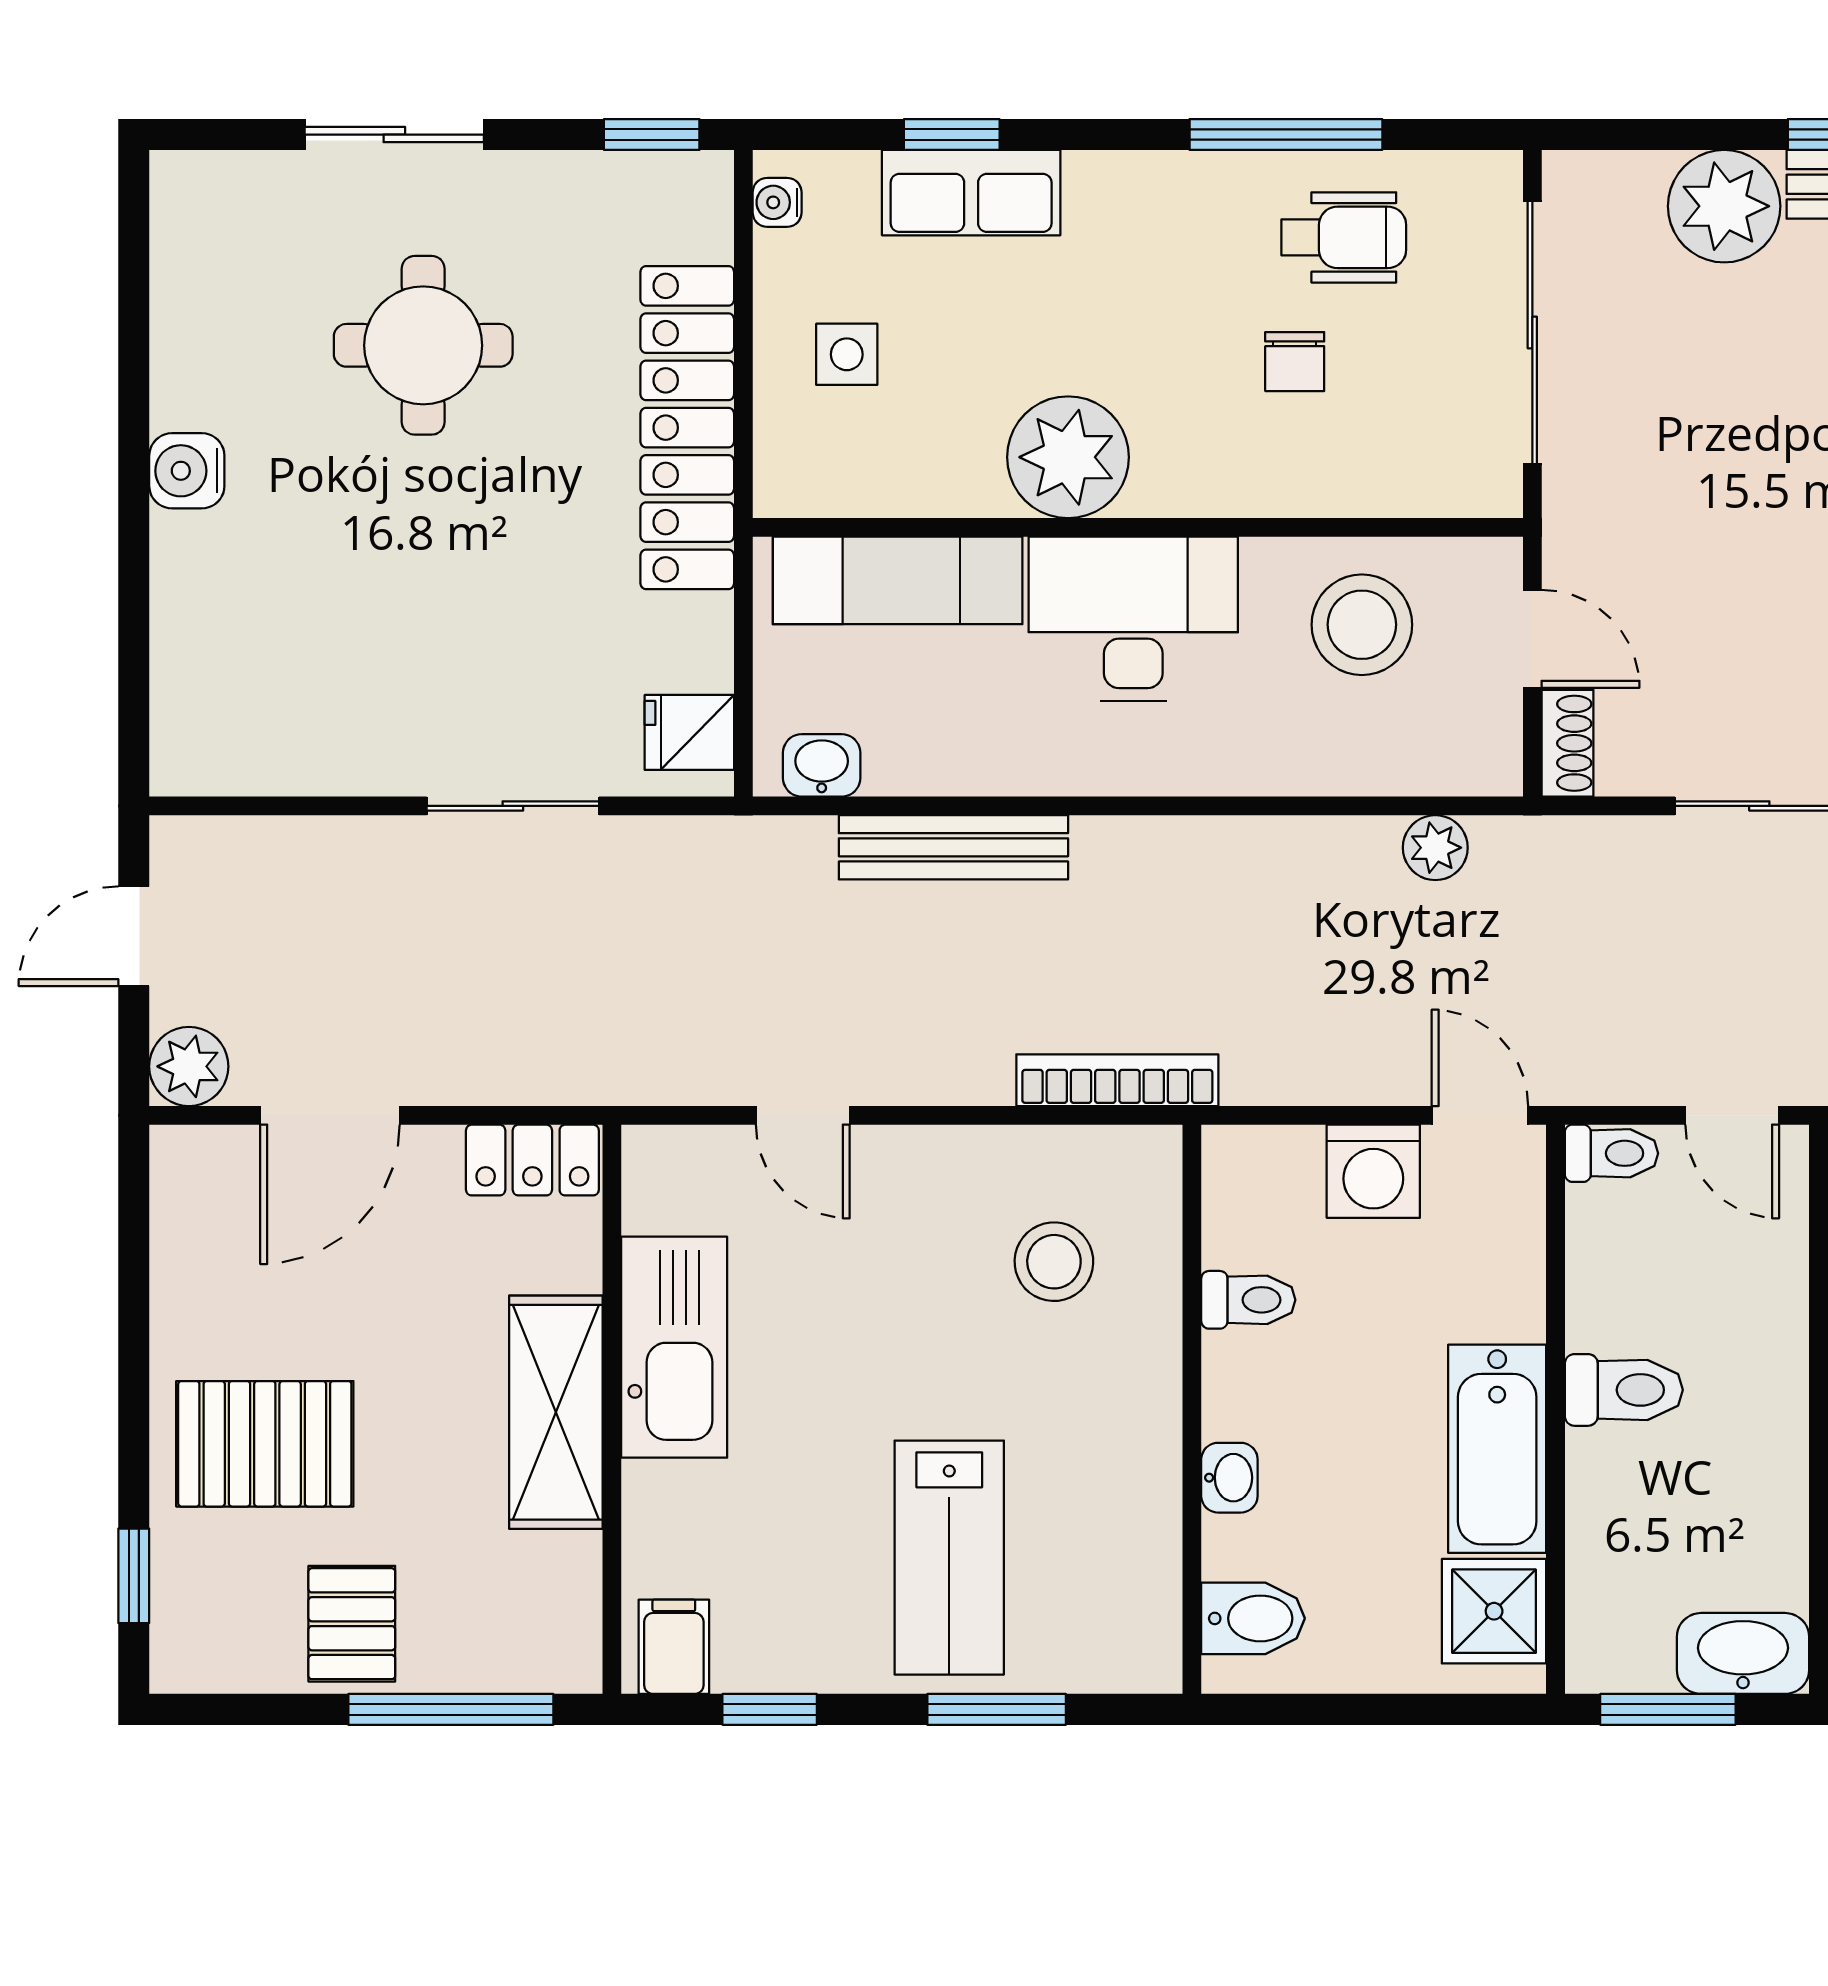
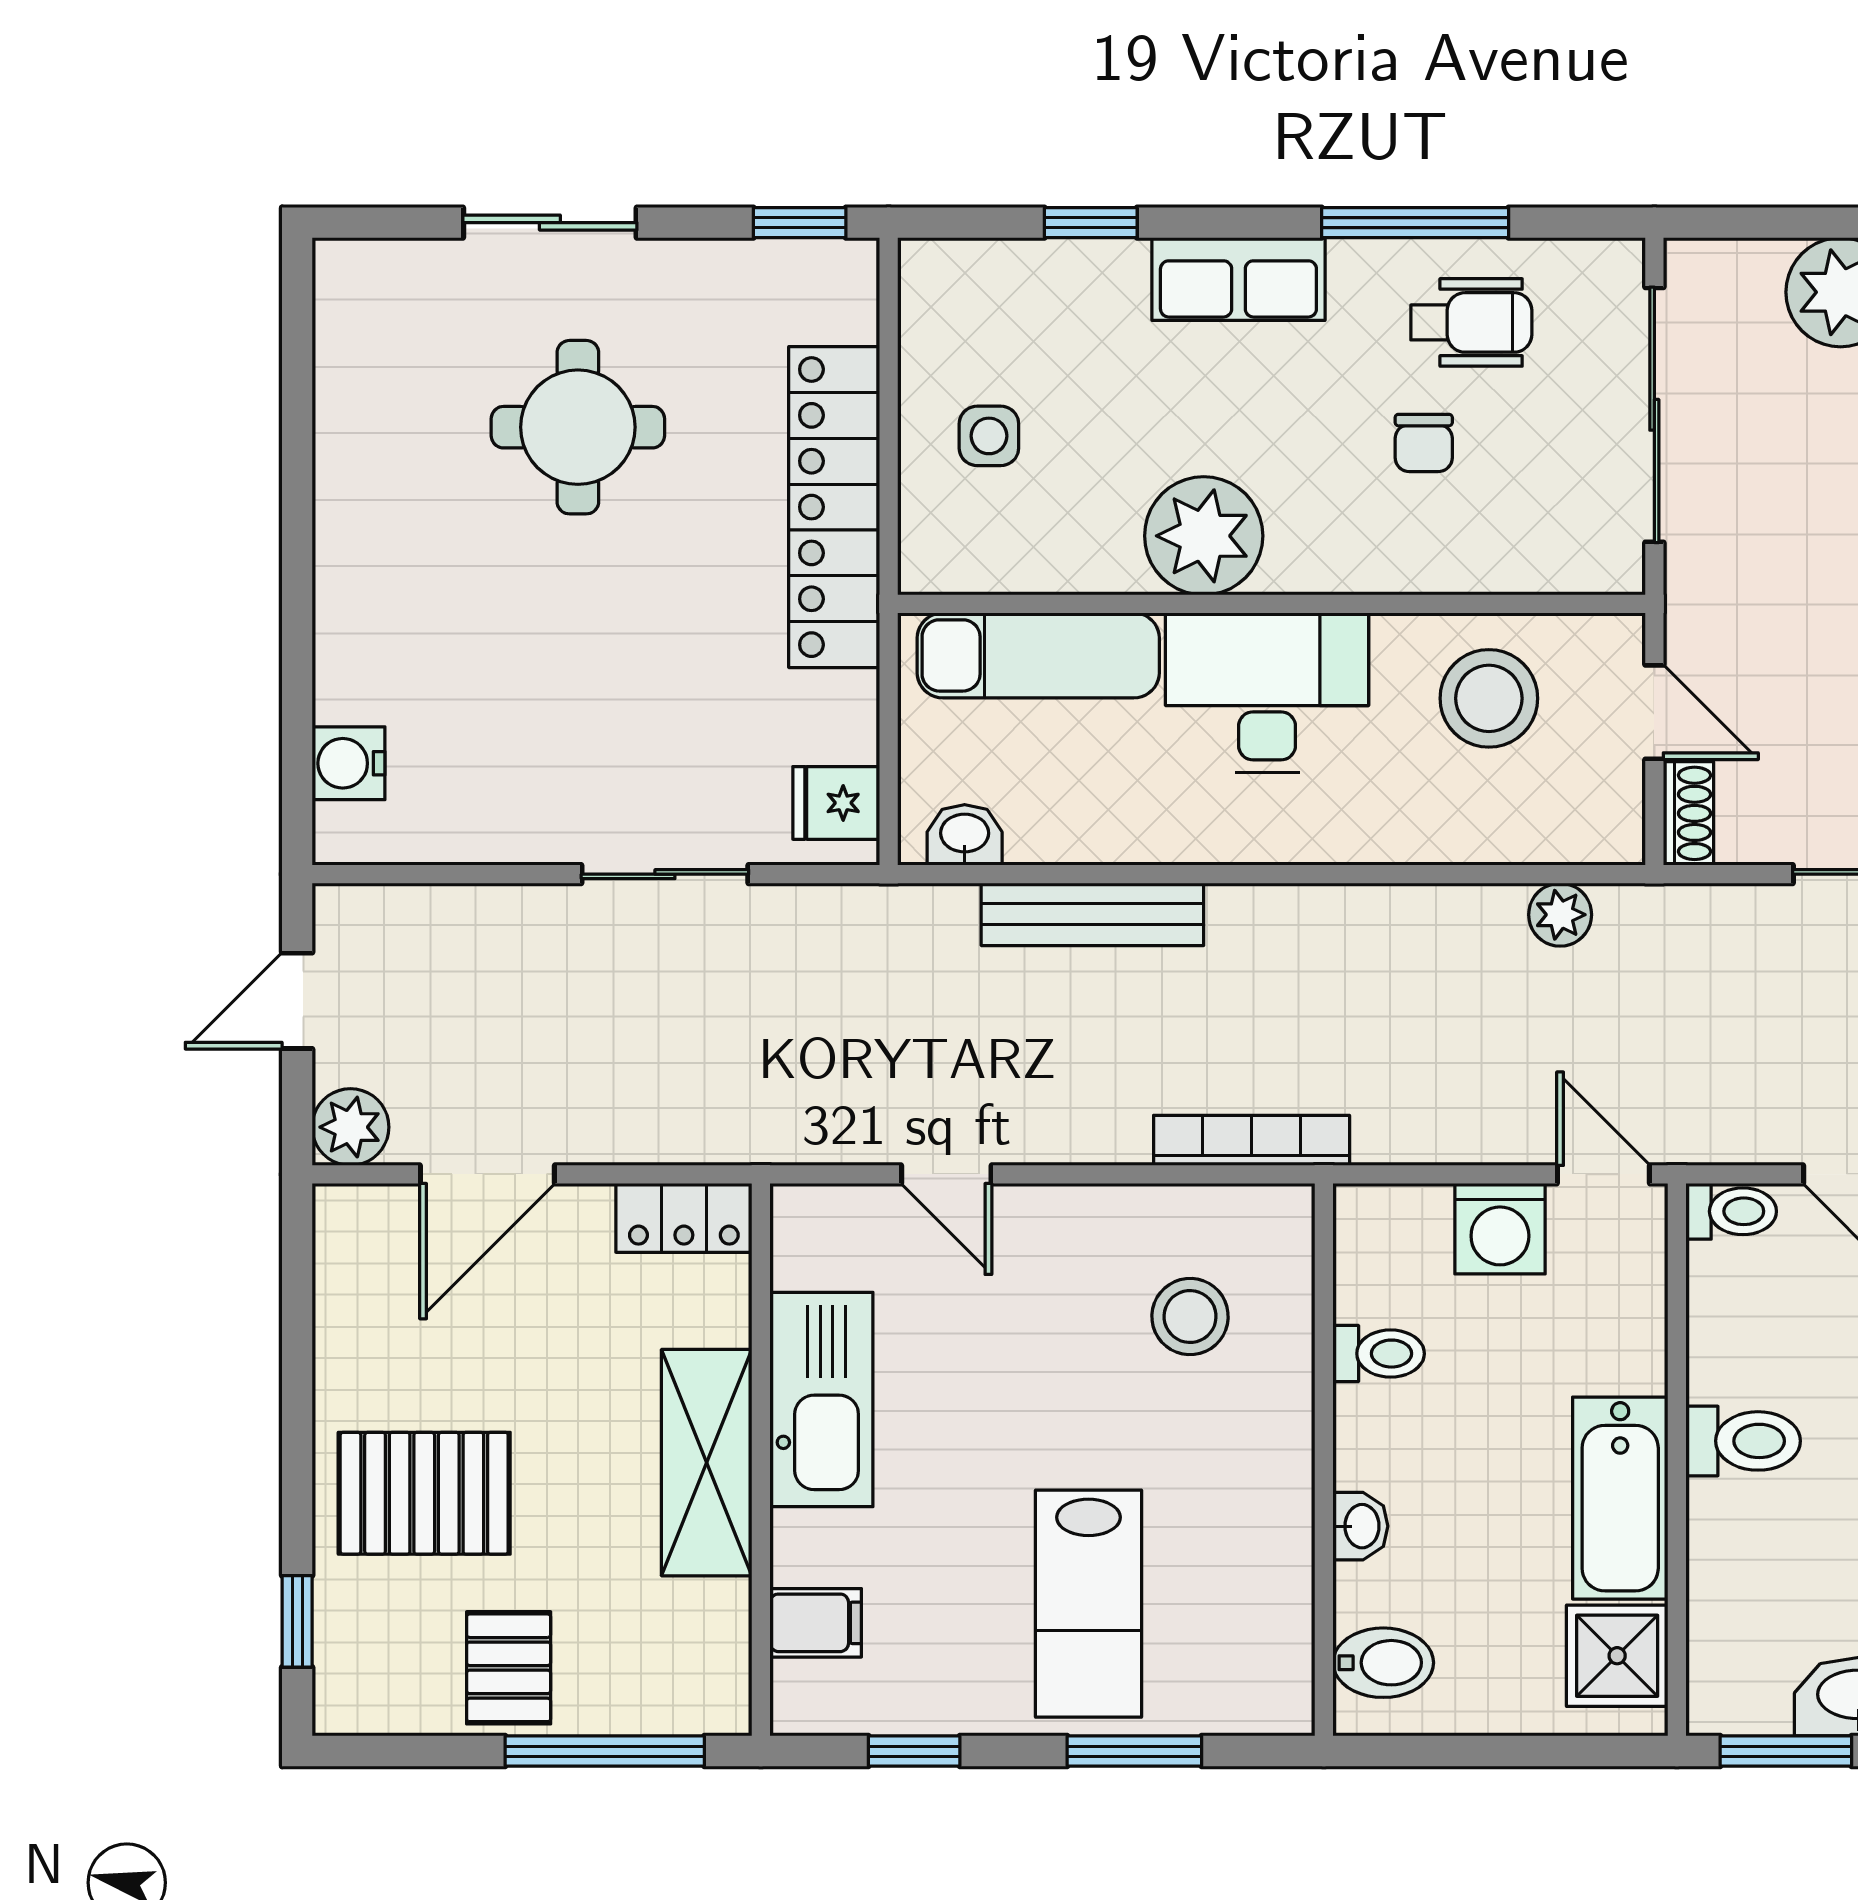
row of seats: (971, 193) -> (1238, 279), moved
water cooler: (777, 202) -> (921, 288), removed
water cooler: (187, 471) -> (349, 763), moved
filing cabinet: (674, 1647) -> (816, 1623), moved, turned 90

